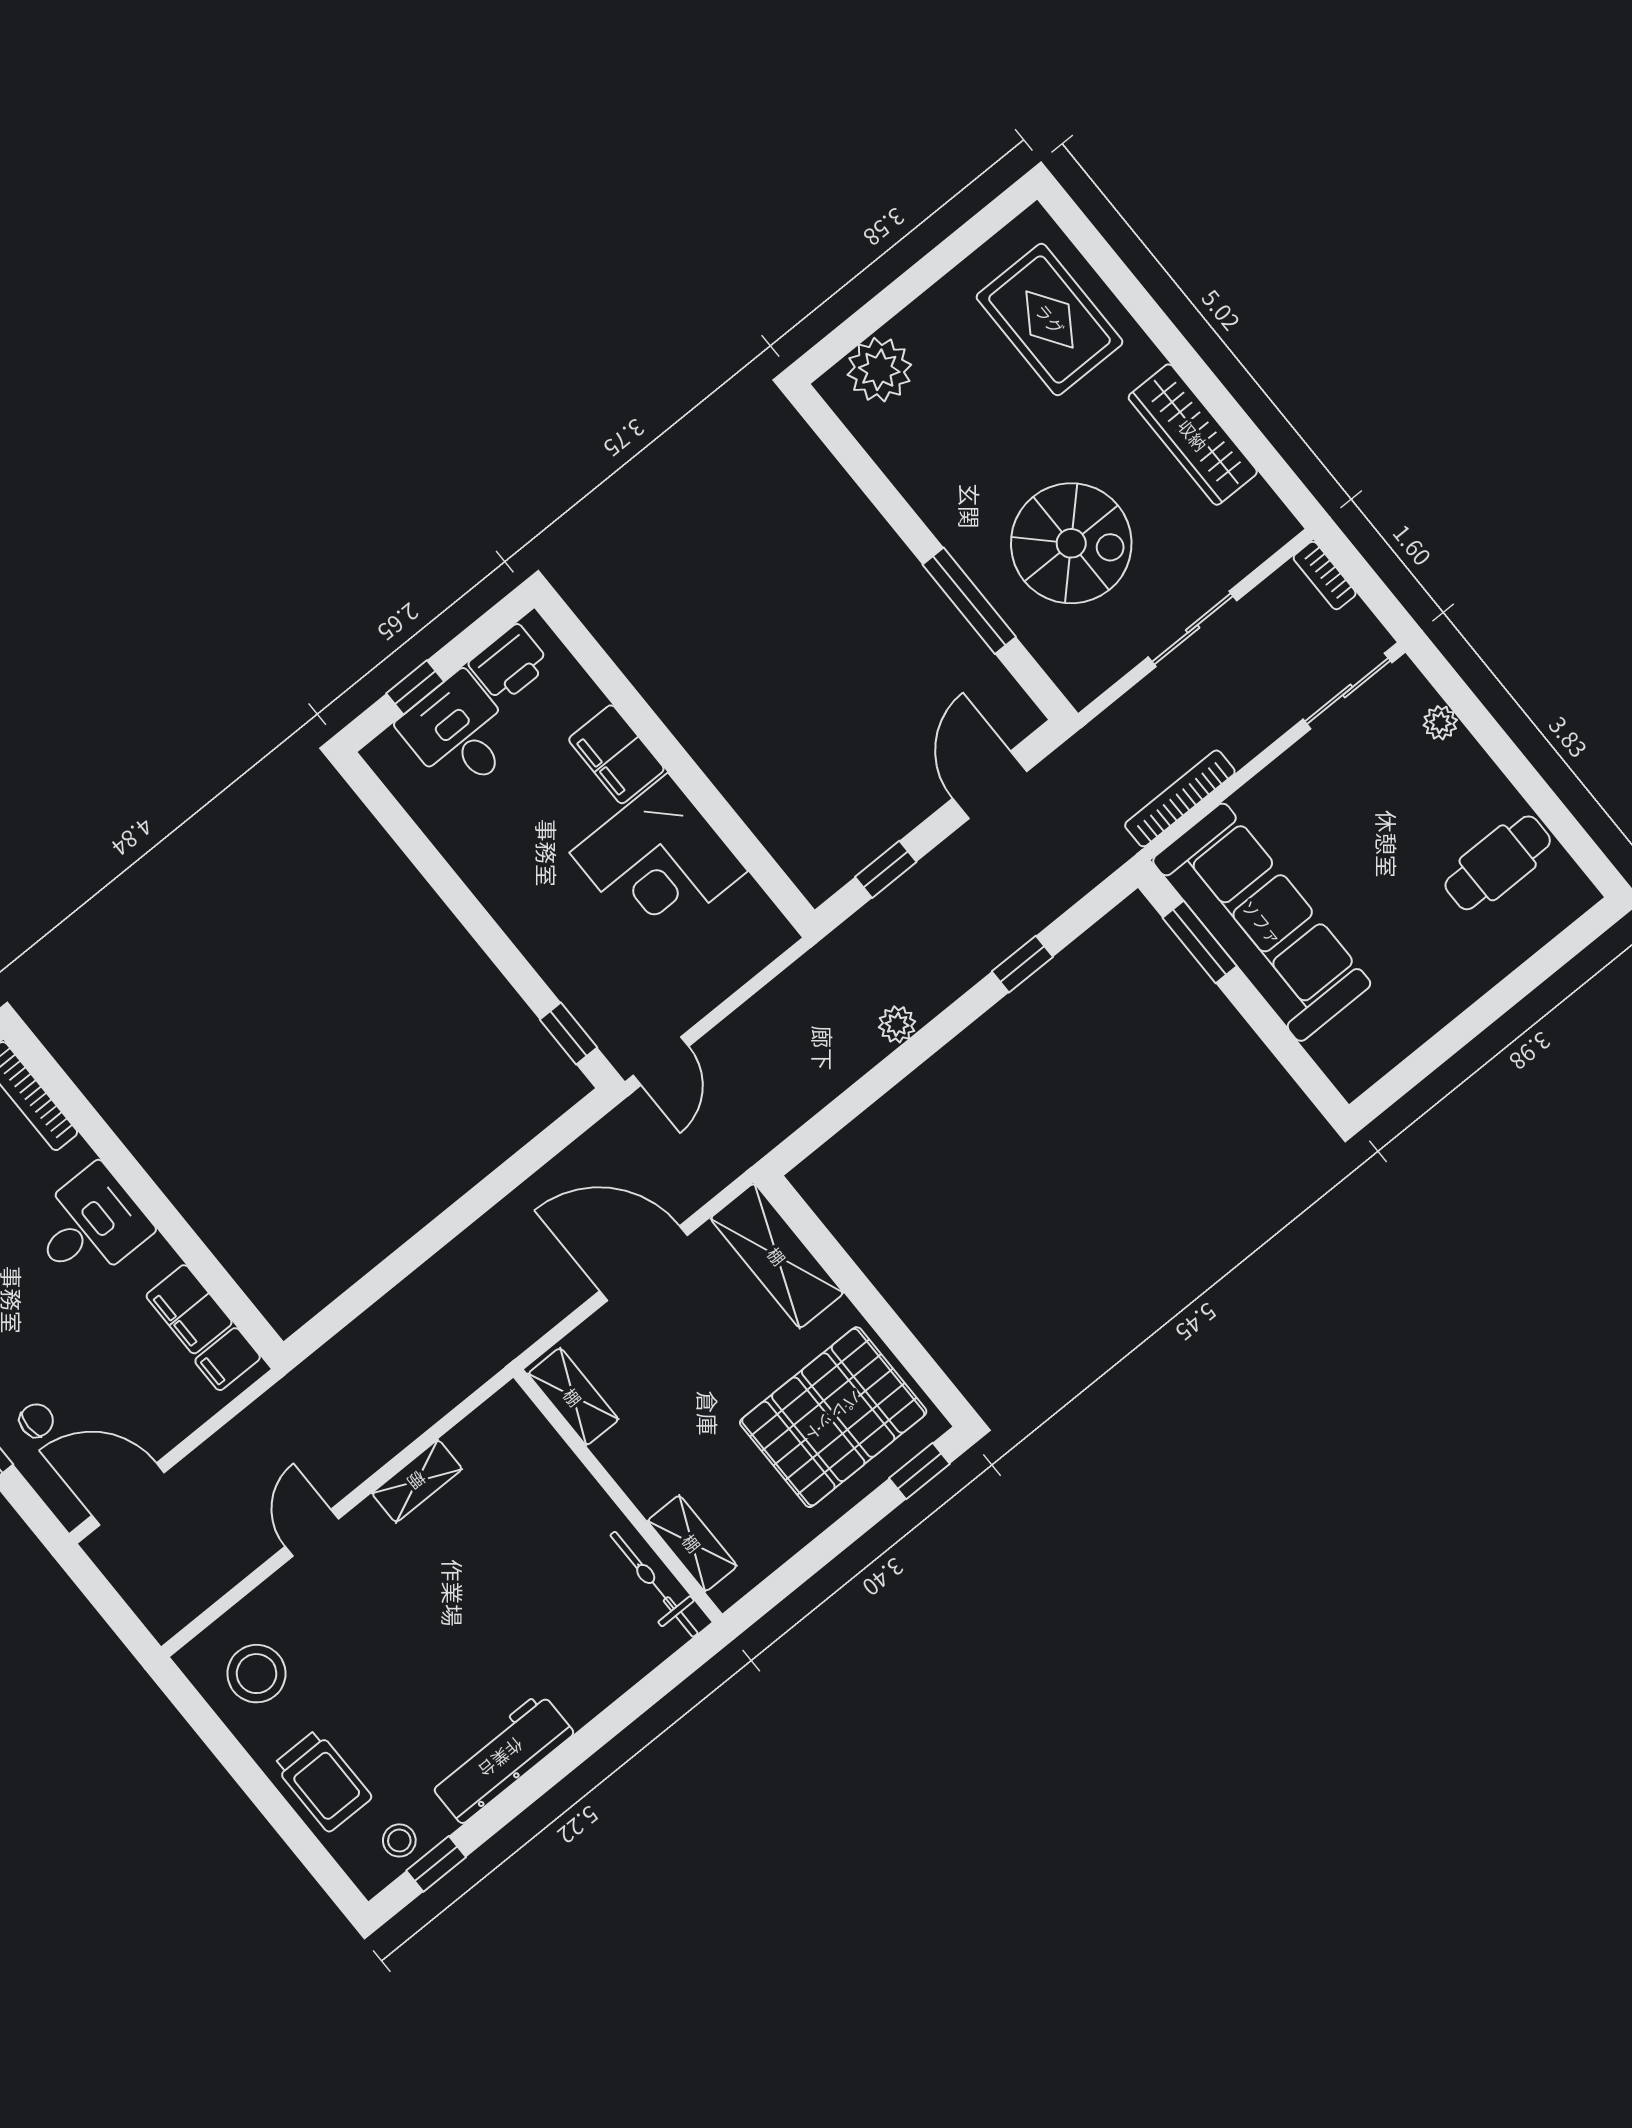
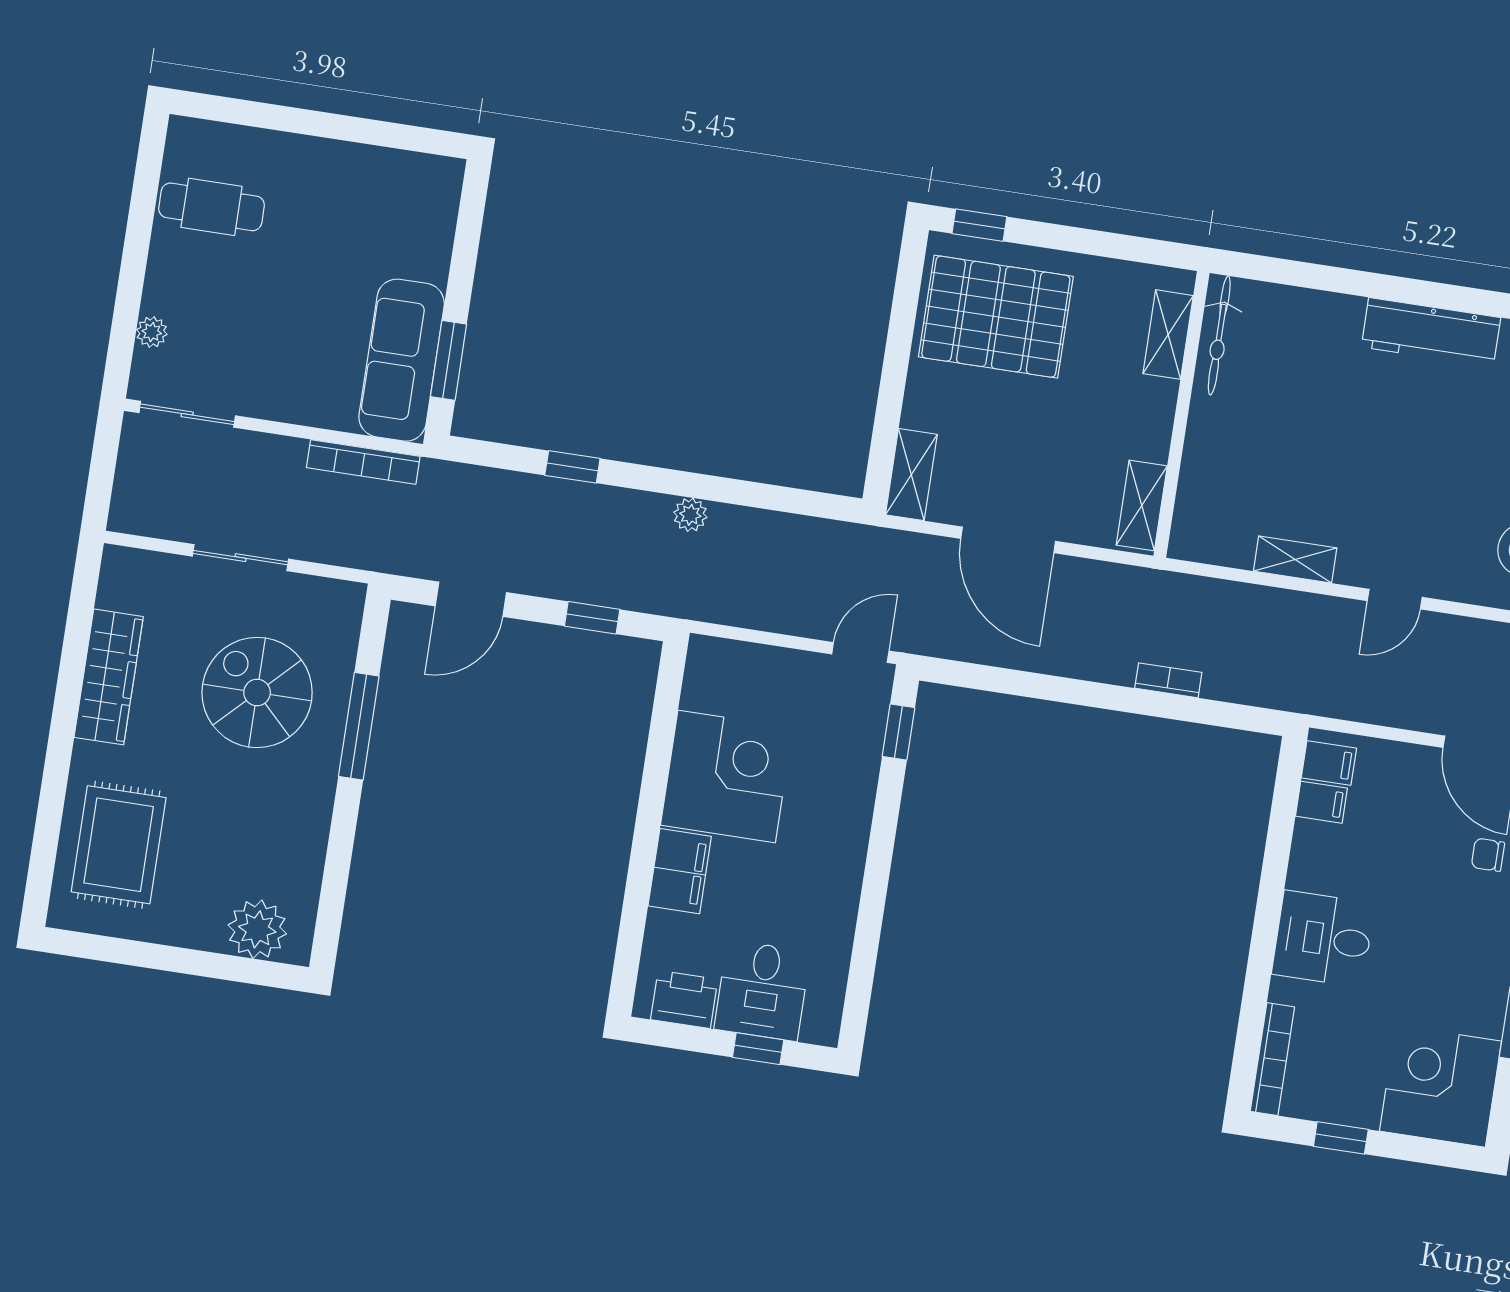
bookcase: (1325, 576) -> (1168, 680), moved, turned -90
sofa: (1262, 922) -> (402, 360), width x0.74, depth x0.79
shelving: (777, 1256) -> (911, 475), width x0.67, depth x0.75
filing cabinet: (189, 1309) -> (1321, 802), width x0.50

